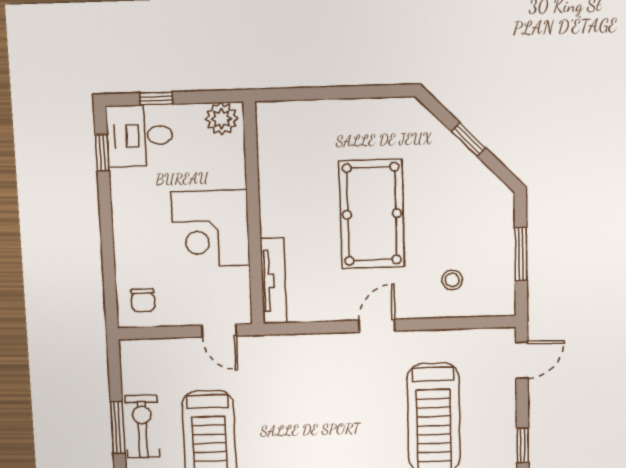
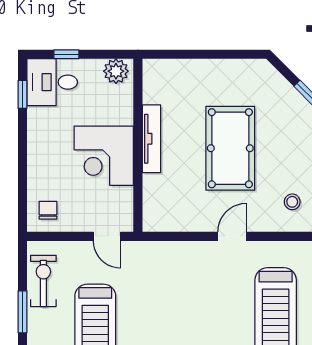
tv unit: (273, 281) -> (151, 139), moved
chair: (143, 300) -> (48, 210), turned 180
exercise bike: (142, 426) -> (43, 281), moved

